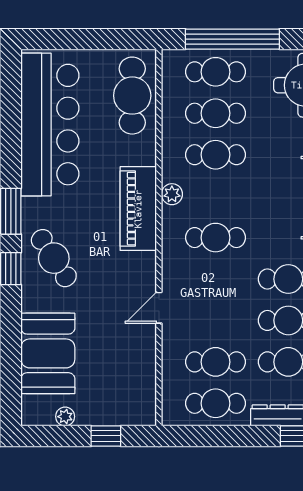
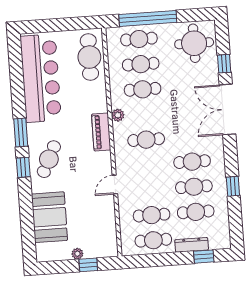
piano: (138, 209) -> (101, 132), width x0.73, depth x0.75
cafe table: (54, 258) -> (49, 159), turned 59
plant: (65, 417) -> (77, 254), moved

